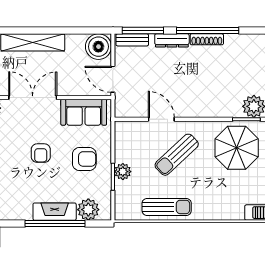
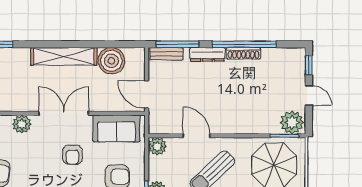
boiler: (98, 47) -> (111, 61), moved
plant: (123, 130) -> (157, 146), added
armchair: (41, 153) -> (73, 155), moved

